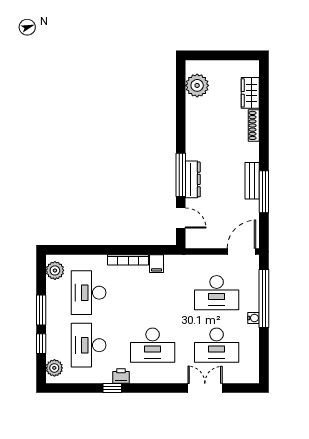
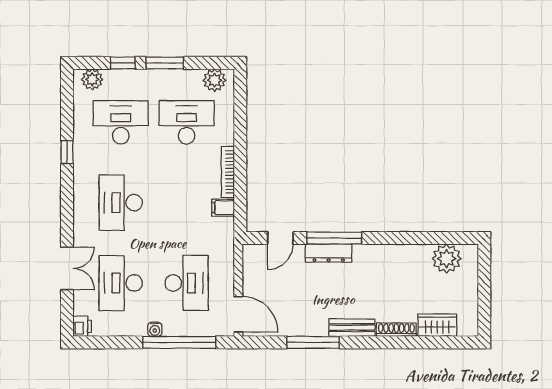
bench: (252, 181) -> (352, 328), moved
desk: (217, 293) -> (187, 283), turned 180
printer: (121, 376) -> (82, 326), moved

